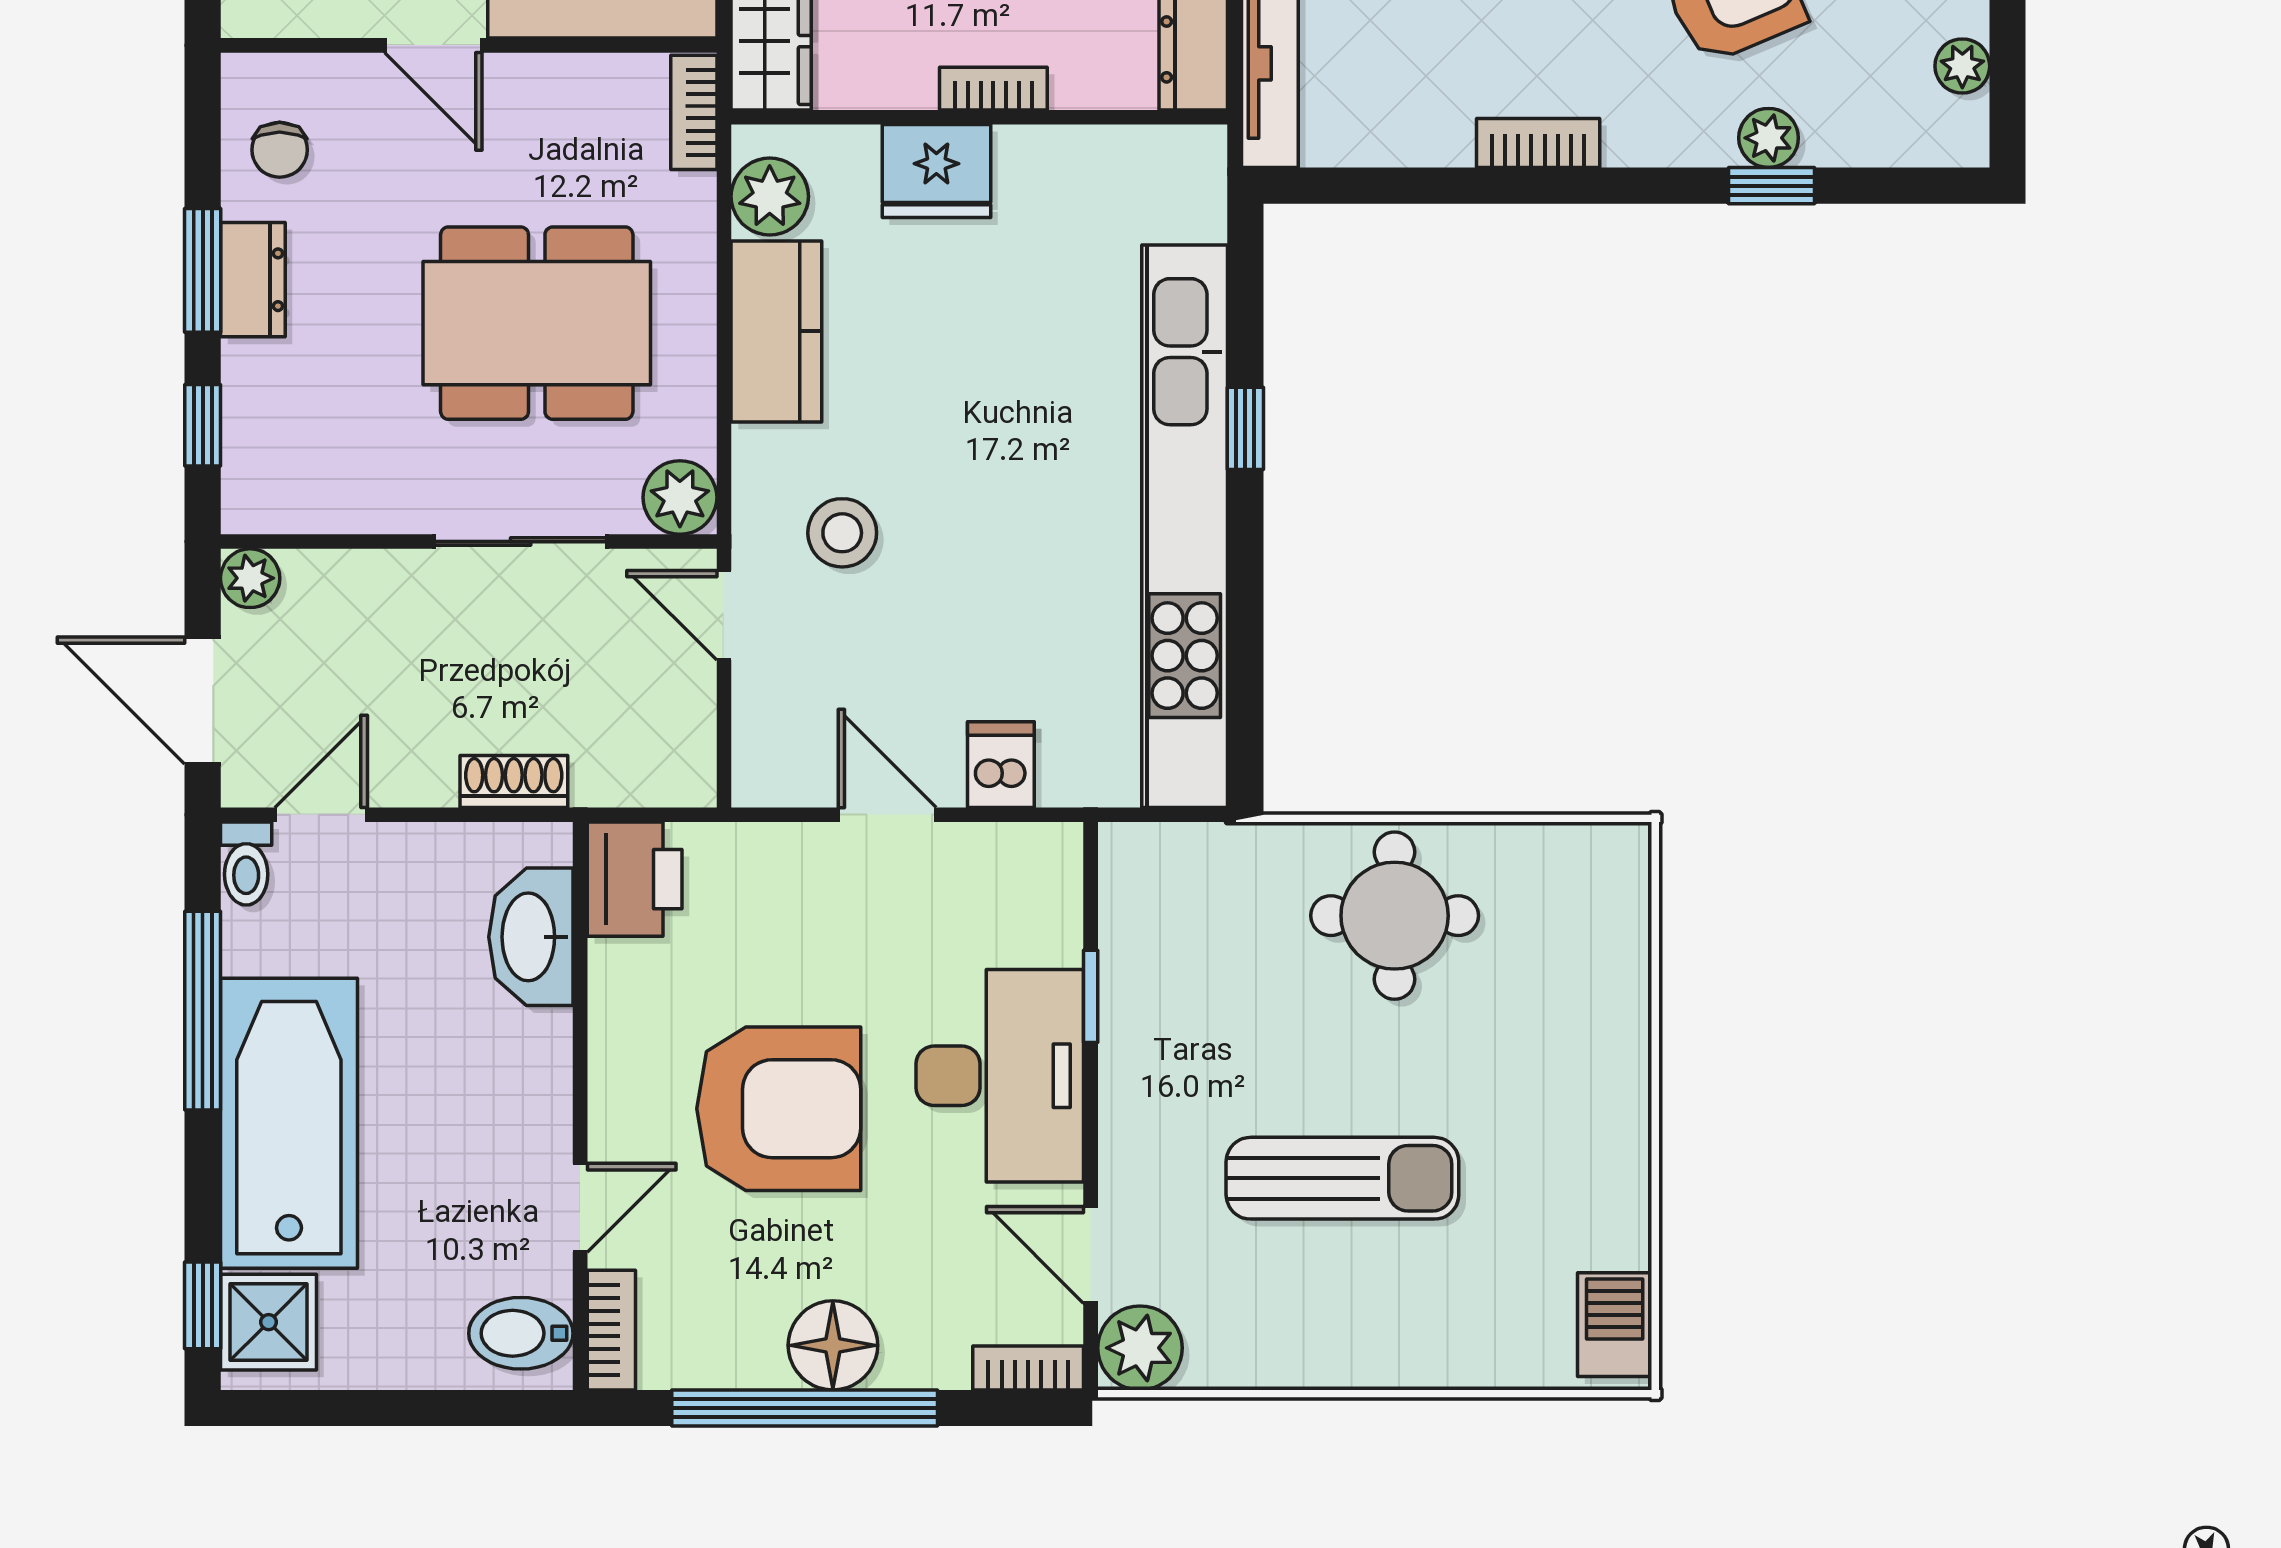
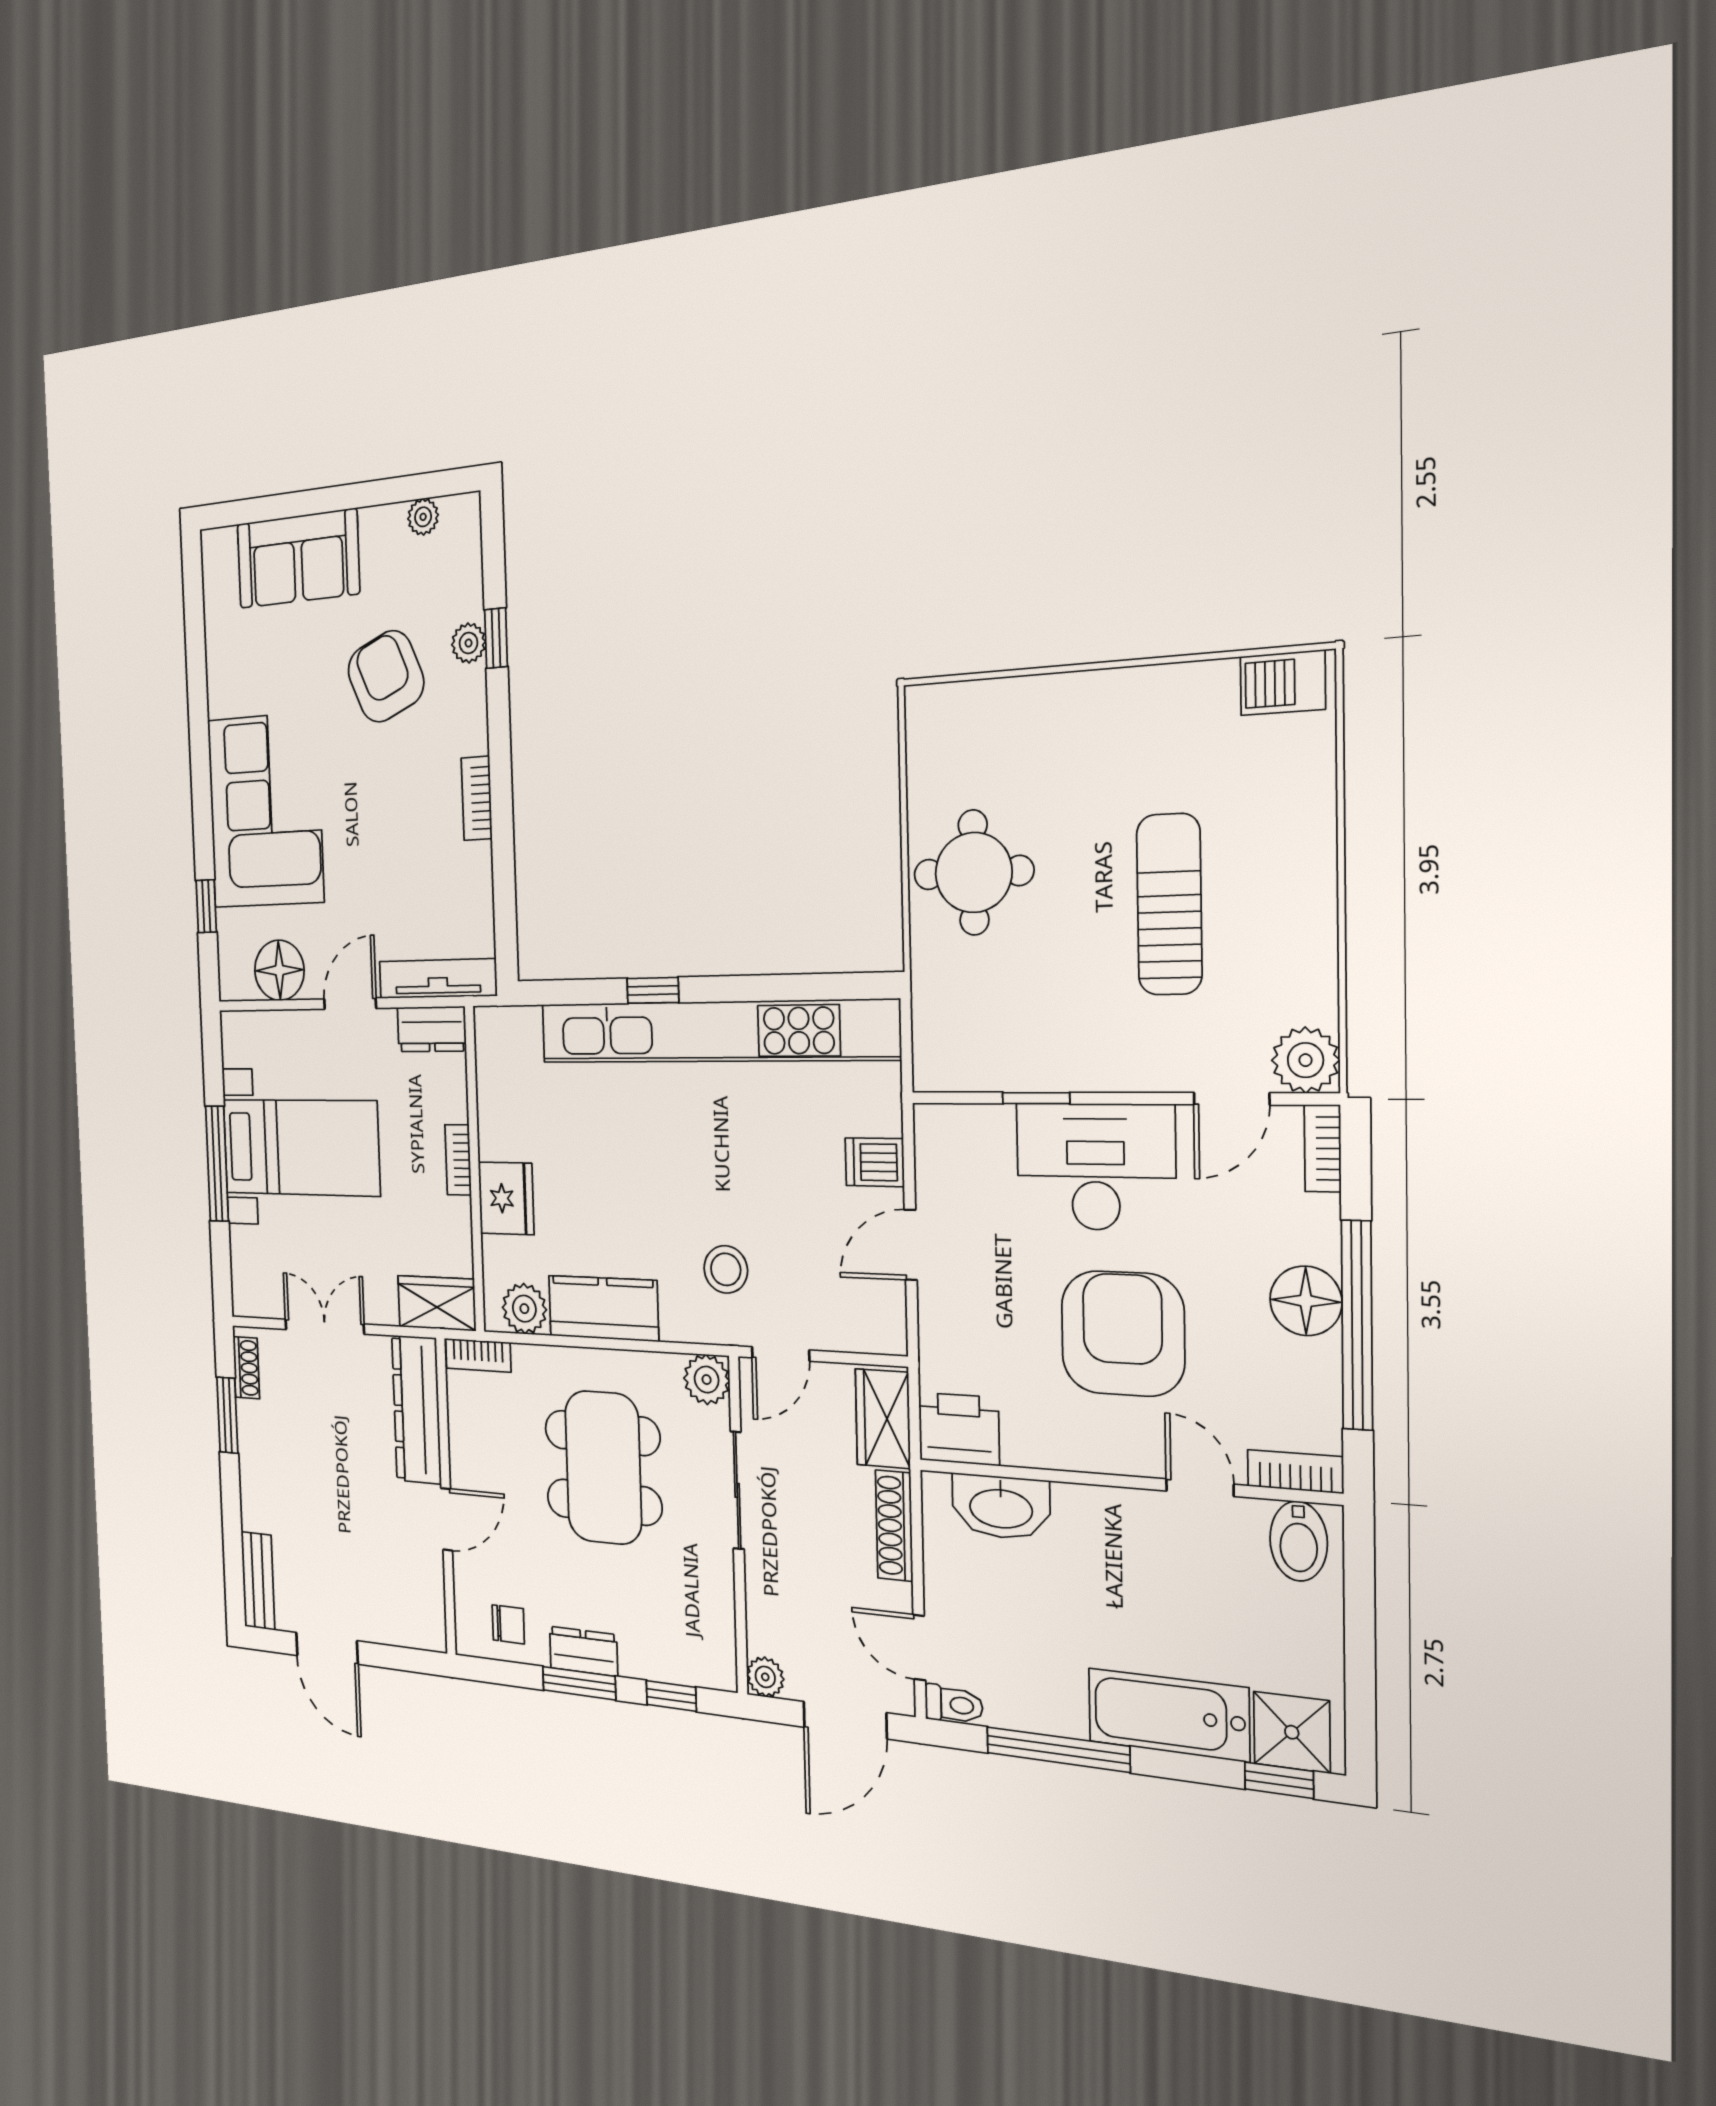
wardrobe: (641, 768) -> (883, 1419), added
shoe rack: (514, 781) -> (894, 1526), width x1.43
bathtub: (289, 1123) -> (1168, 1715), width x0.73, depth x0.73

